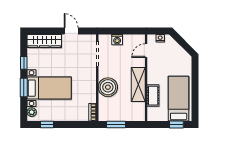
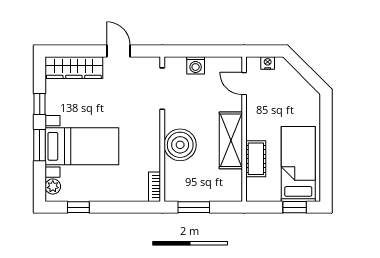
door: (146, 51) -> (244, 84), hinge flipped

